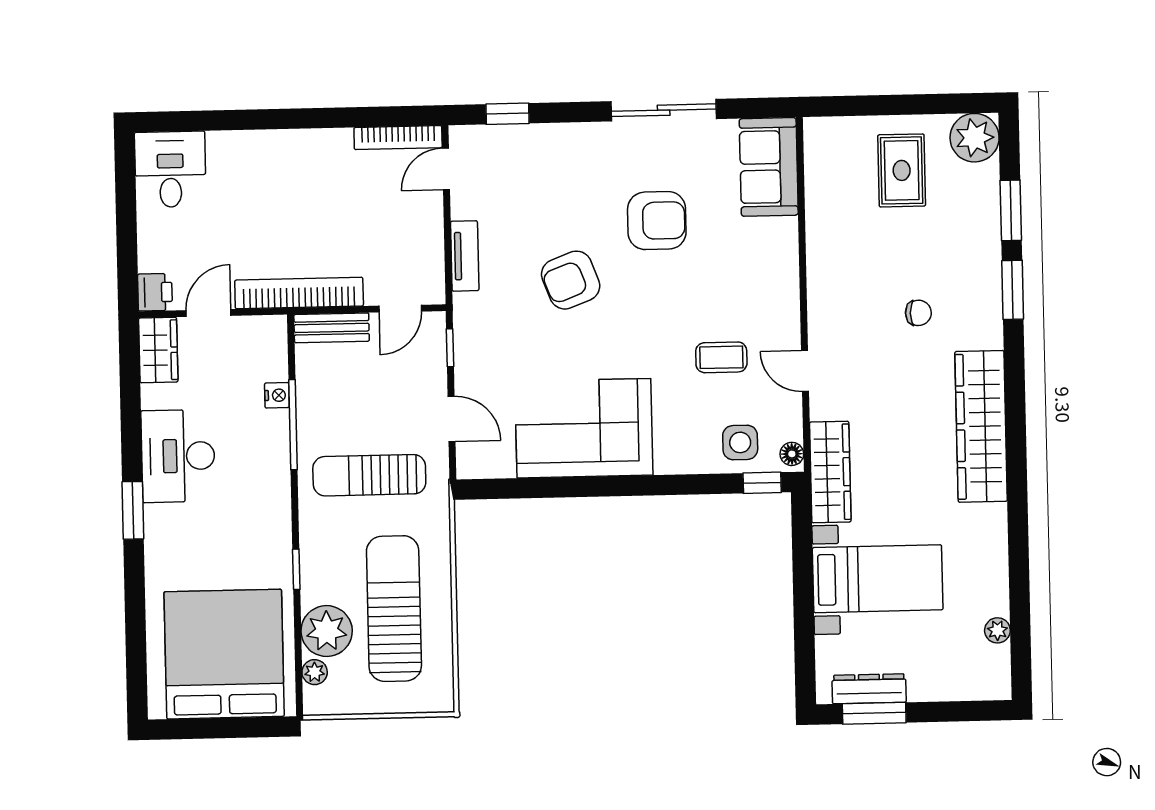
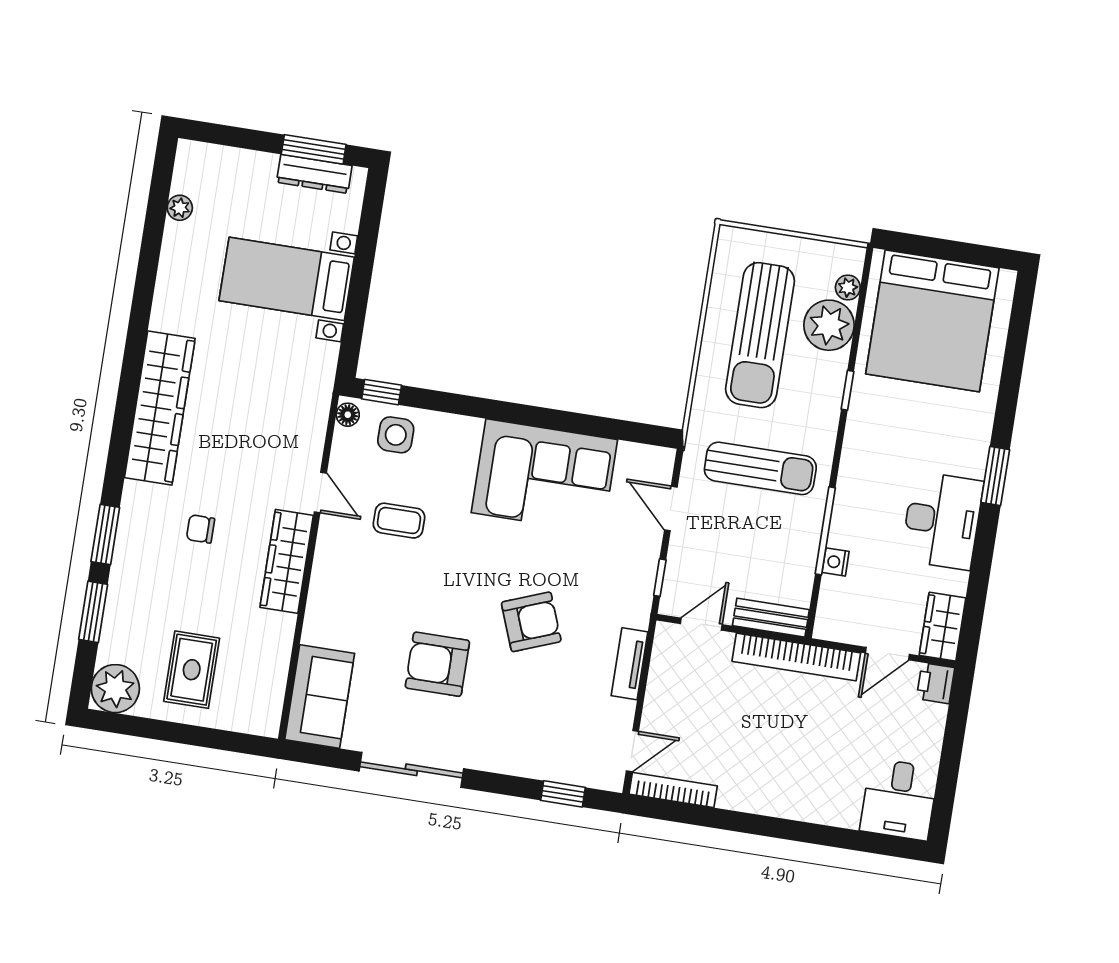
wardrobe: (830, 472) -> (287, 561), moved

